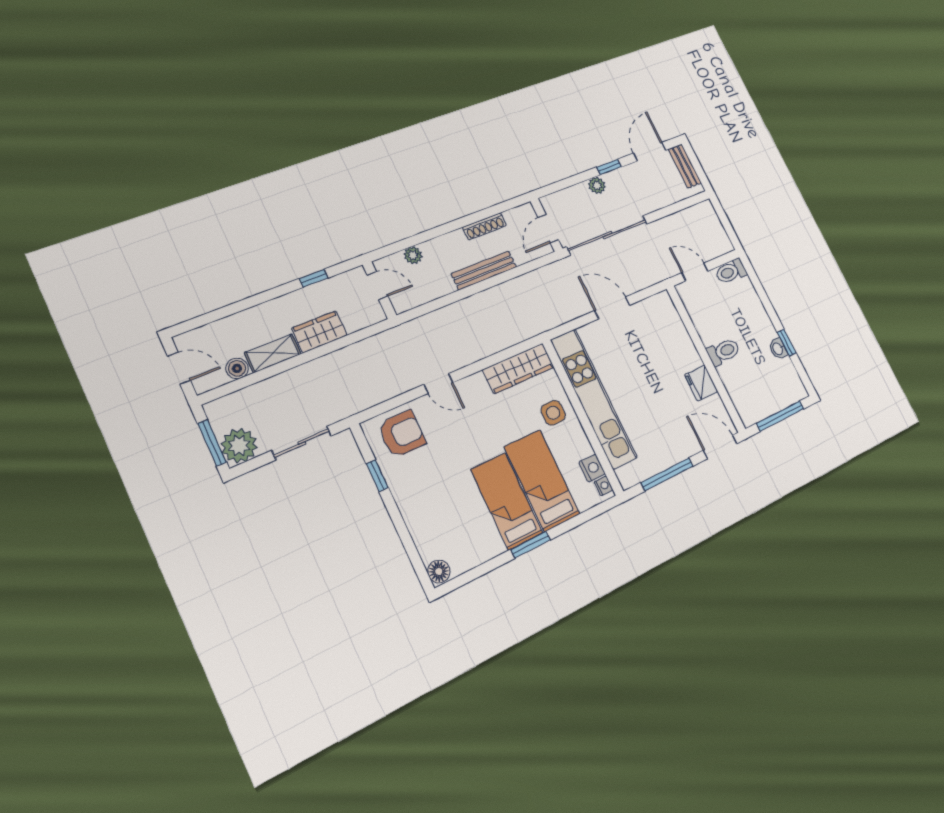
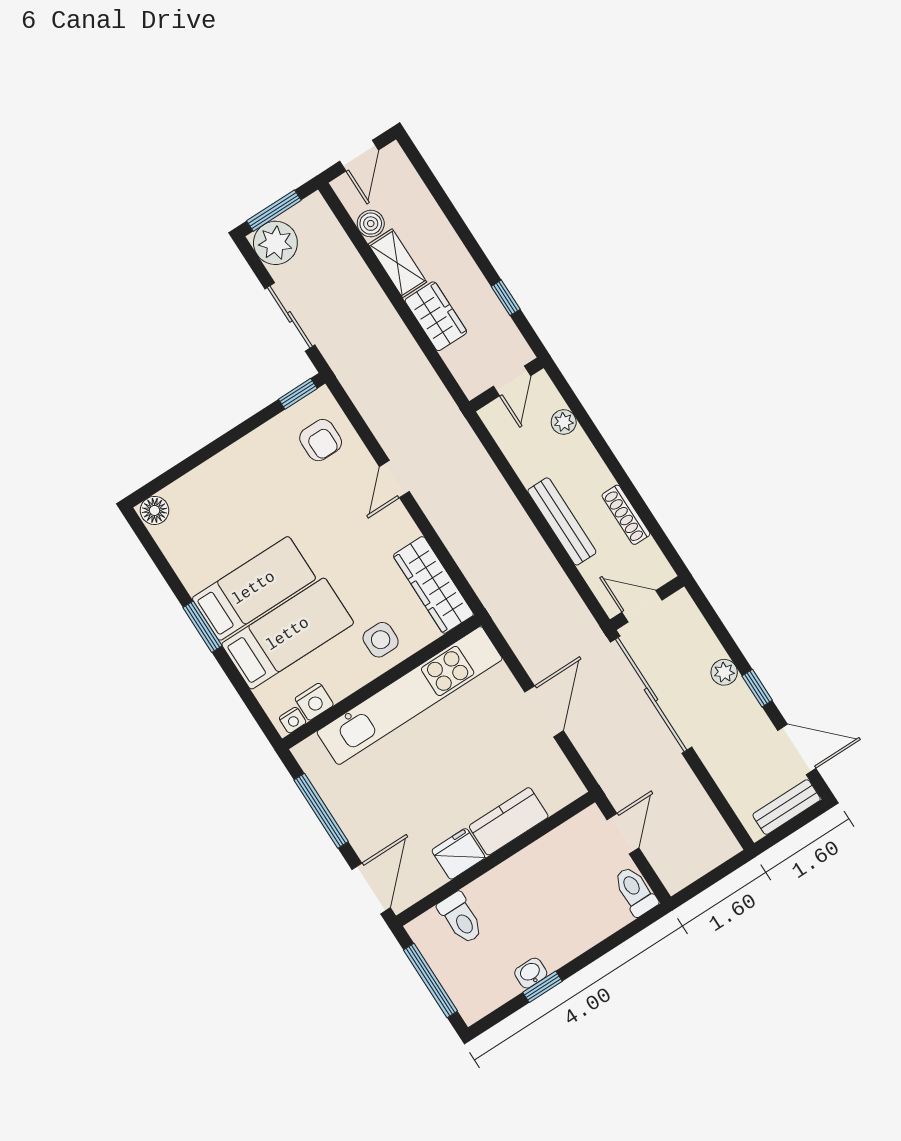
kitchen counter: (682, 345) -> (509, 821), added
toilet: (723, 352) -> (461, 918), moved
armchair: (402, 434) -> (321, 440), width x0.72, depth x0.72
window: (377, 476) -> (298, 394), moved

